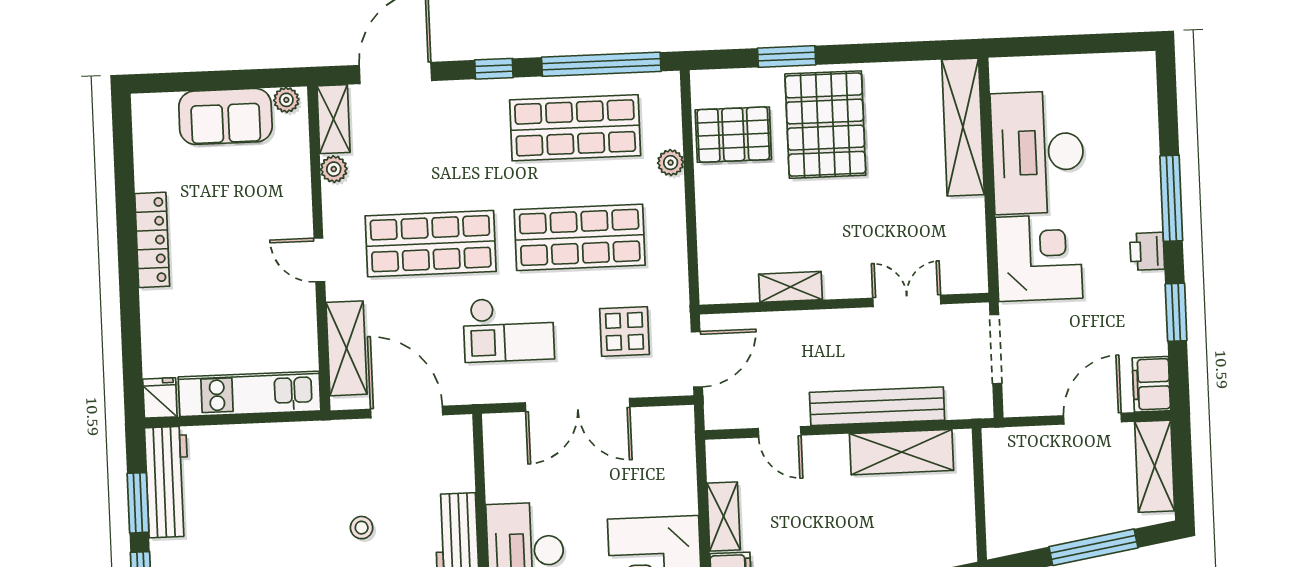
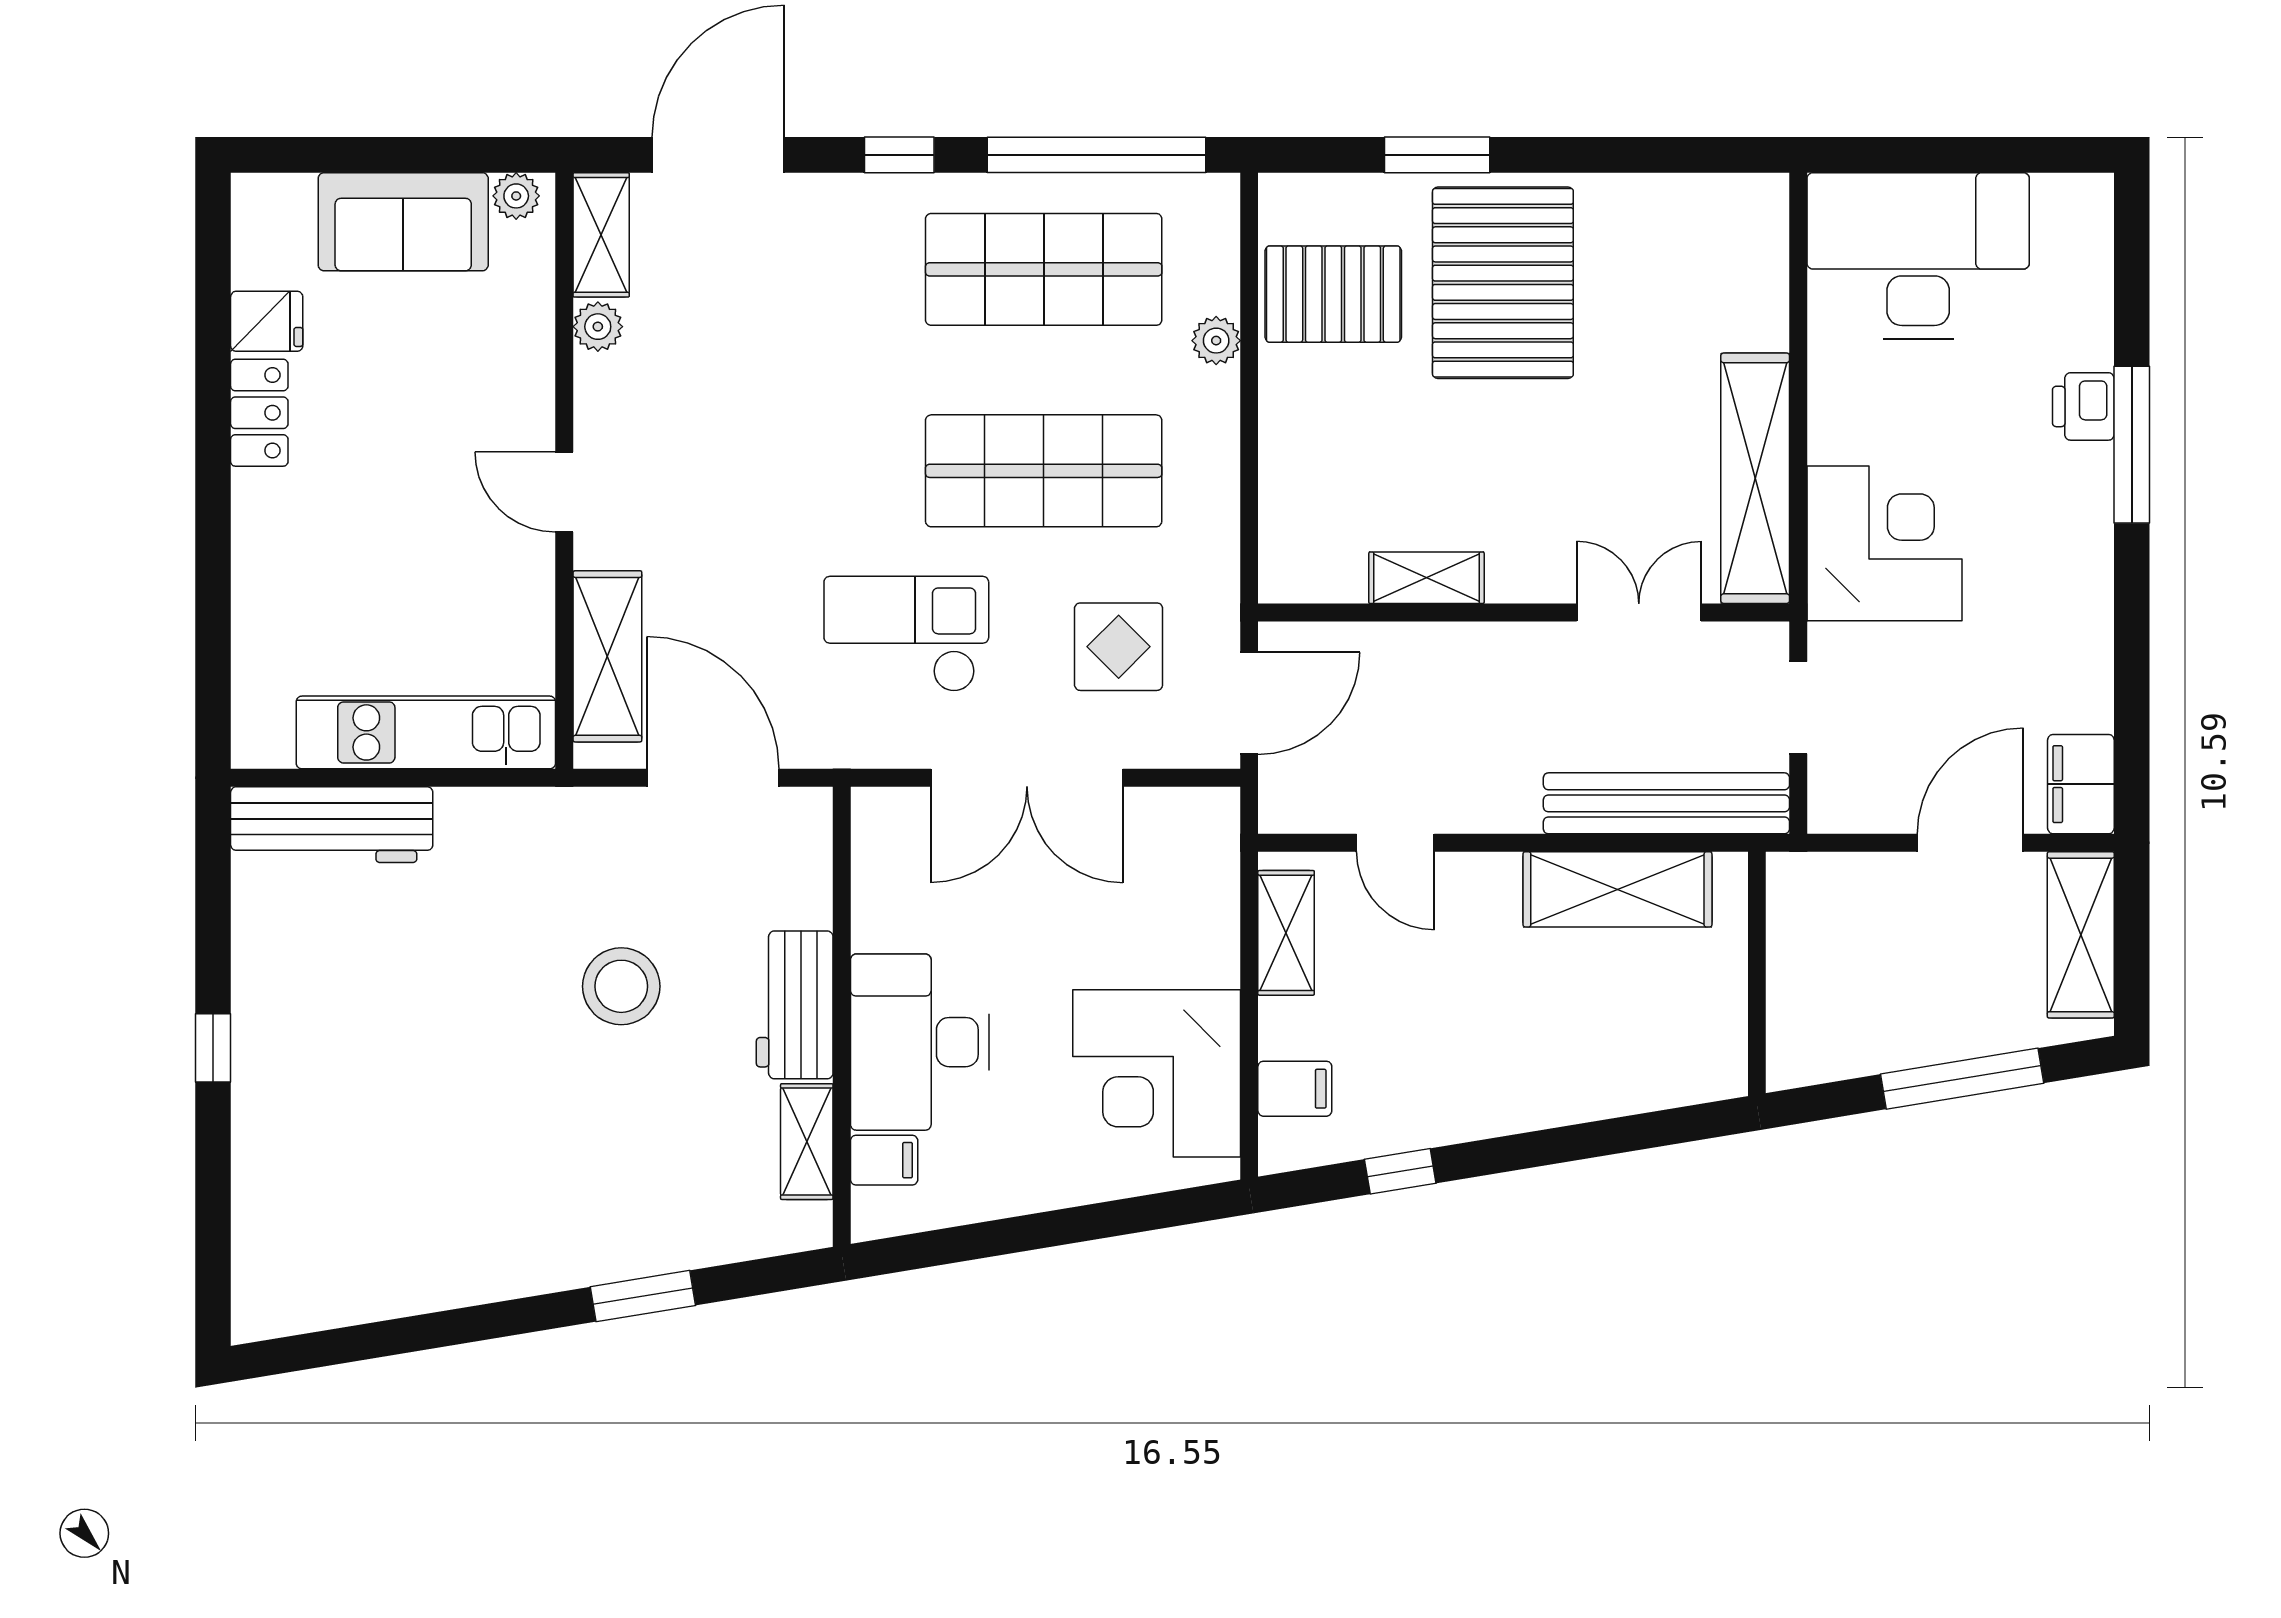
shelving: (963, 127) -> (1755, 478), moved
desk: (1038, 152) -> (1918, 256), moved, turned 90
locker: (152, 240) -> (259, 413), width x0.66
shop shelf: (431, 244) -> (770, 471), removed
printer: (1147, 251) -> (2083, 406), moved
window: (1176, 312) -> (2132, 654), removed
checkout: (509, 329) -> (906, 634), turned 180
doorway: (996, 349) -> (1798, 708), width x0.73
fridge: (160, 398) -> (267, 321), moved, turned 90
bench: (877, 406) -> (1666, 803), moved
workbench: (167, 482) -> (332, 825), moved, turned 90
window: (138, 503) -> (213, 924), removed
shelving: (724, 517) -> (1286, 933), moved
stool: (362, 528) -> (621, 986), width x1.89, depth x1.89

